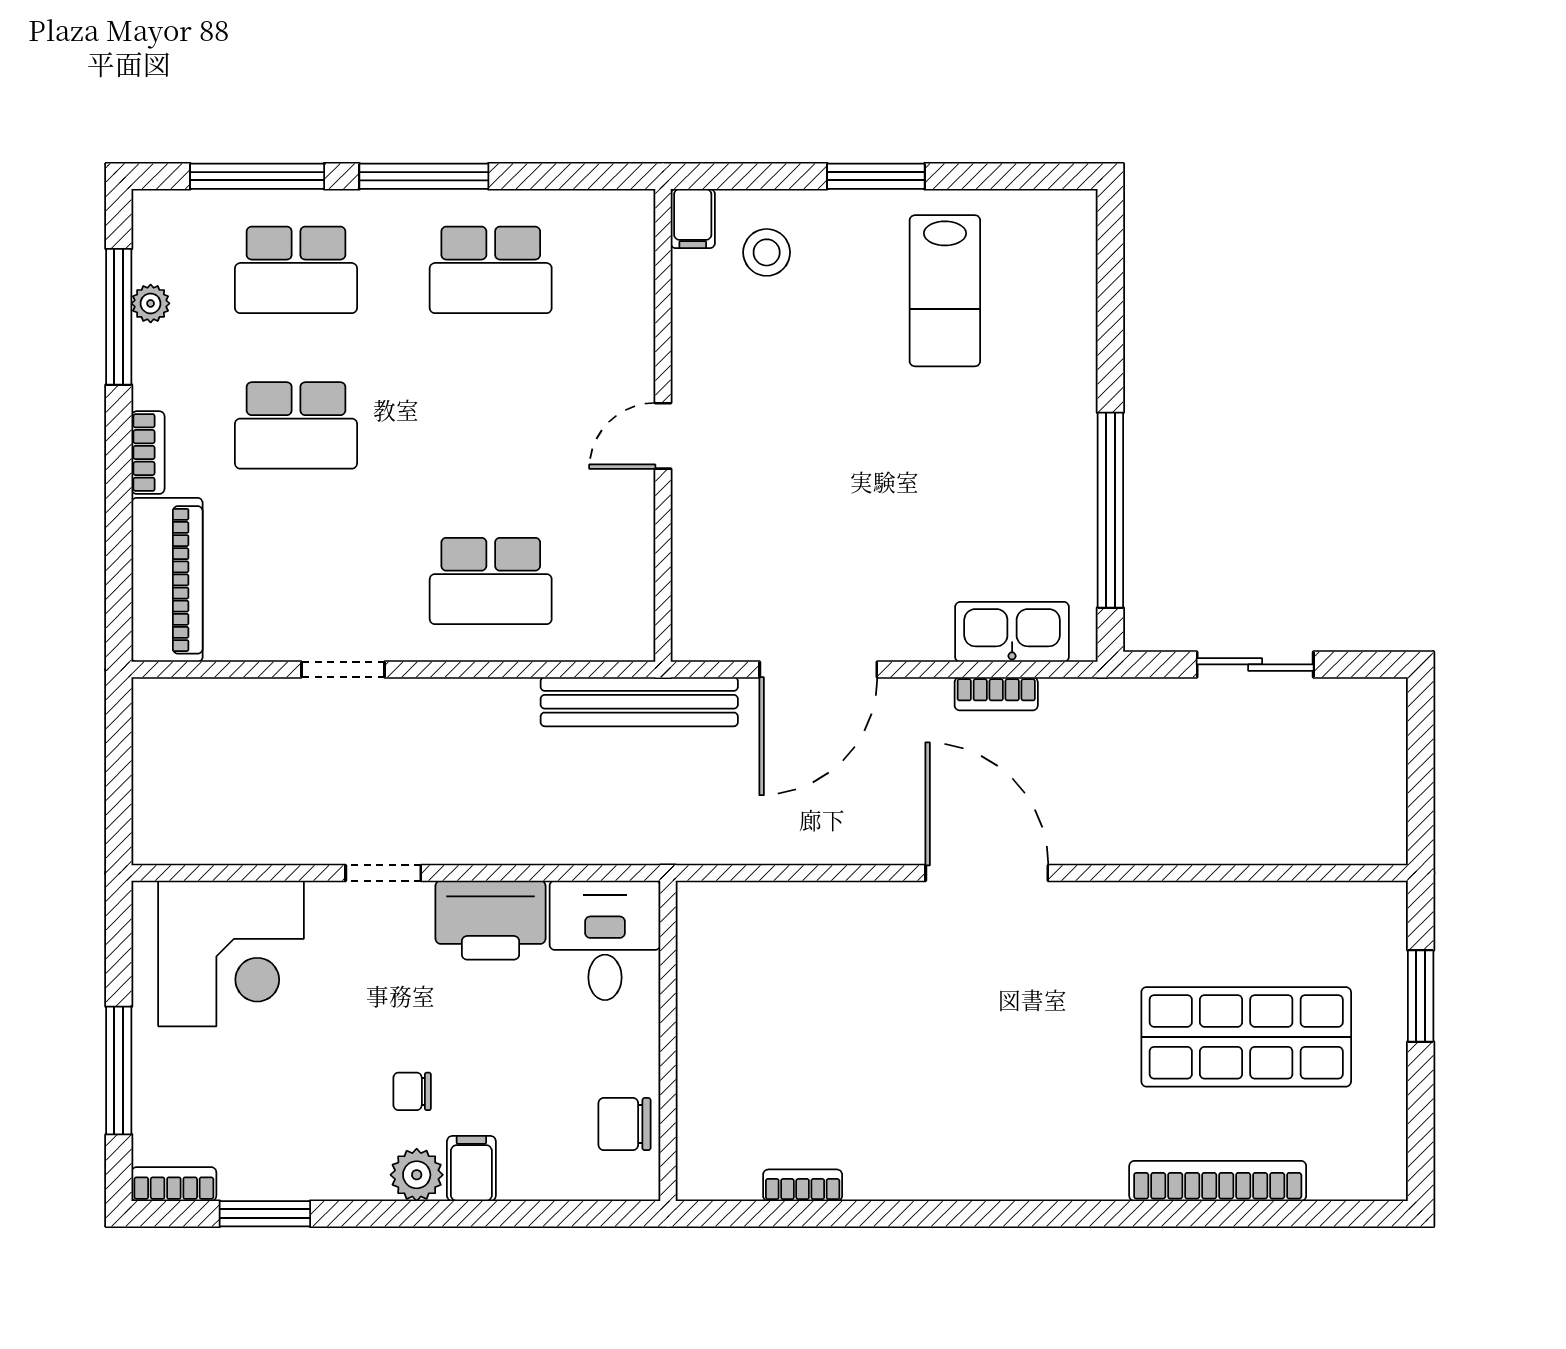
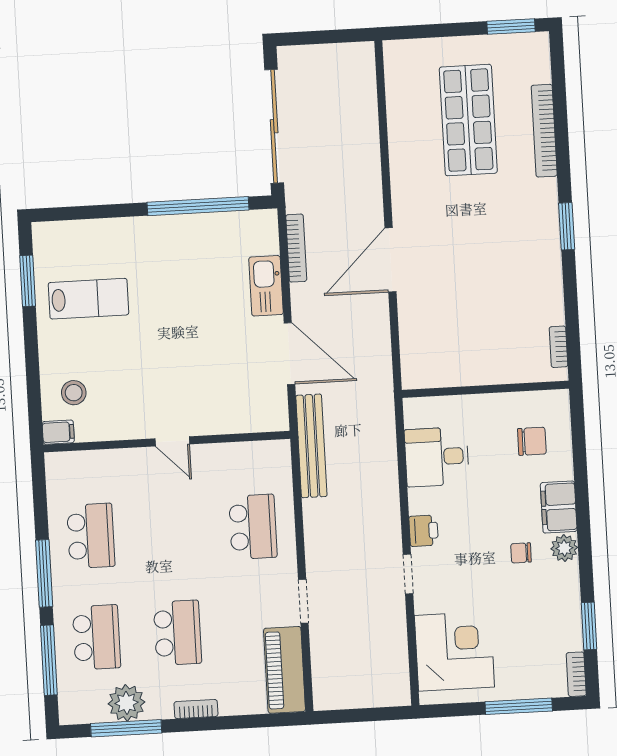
window: (876, 176) -> (28, 281), moved
plant: (151, 303) -> (126, 703), width x1.88, depth x1.88
piano: (167, 580) -> (285, 670), moved, turned -90
kitchen sink: (1012, 632) -> (266, 286), moved
sliding door: (1255, 664) -> (274, 126), width x1.86
bookcase: (996, 694) -> (296, 248), width x1.56
printer: (491, 920) -> (424, 531), width x0.53, depth x0.68
window: (1421, 996) -> (511, 27), moved
wall: (668, 1041) -> (485, 389), moved
chair: (412, 1091) -> (521, 553), turned 90
chair: (625, 1124) -> (532, 441), turned -90
filing cabinet: (471, 1168) -> (559, 507), width x2.00
window: (1032, 1214) -> (567, 226), added

